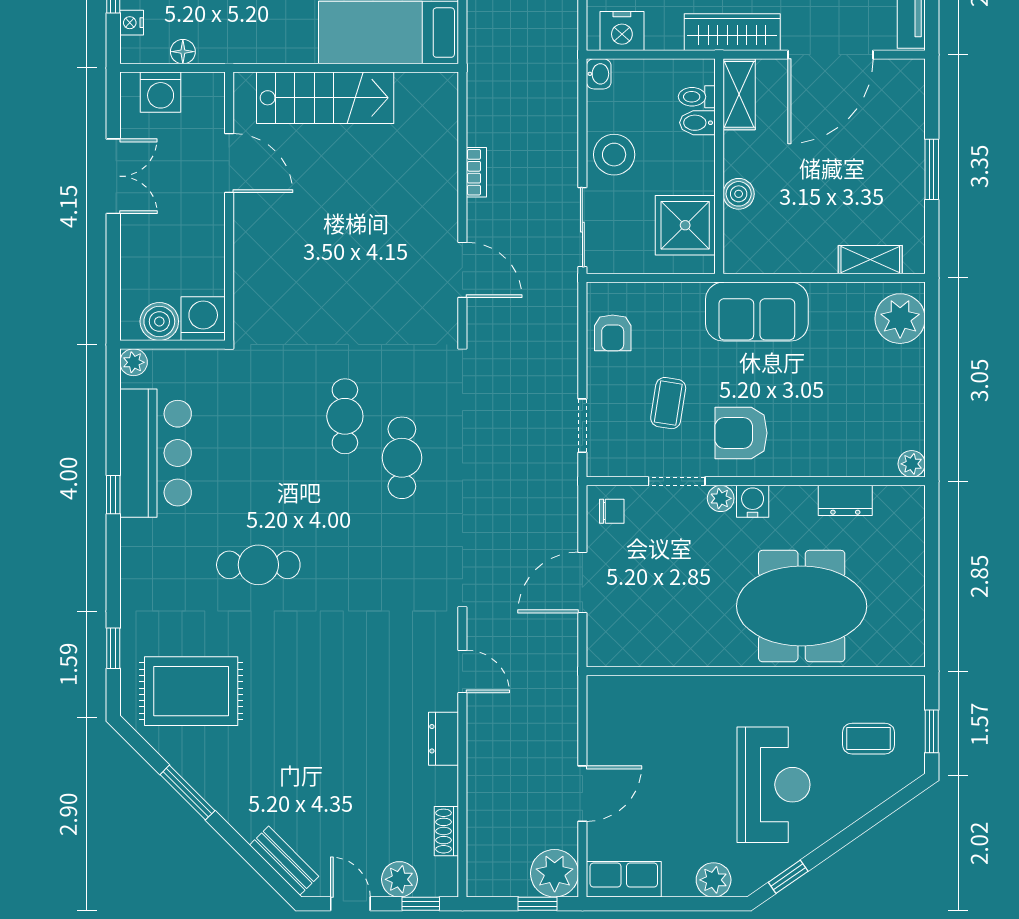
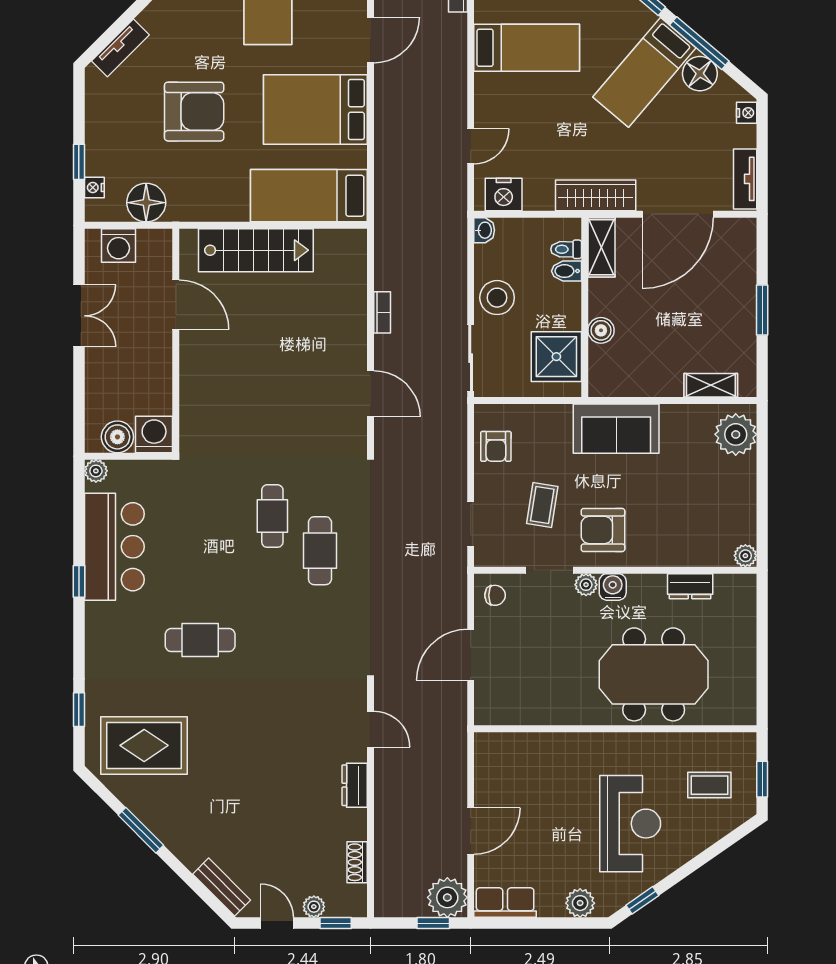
floor lamp: (183, 52) -> (146, 203), width x1.89, depth x1.89
plant: (399, 879) -> (314, 907), width x0.73, depth x0.73

